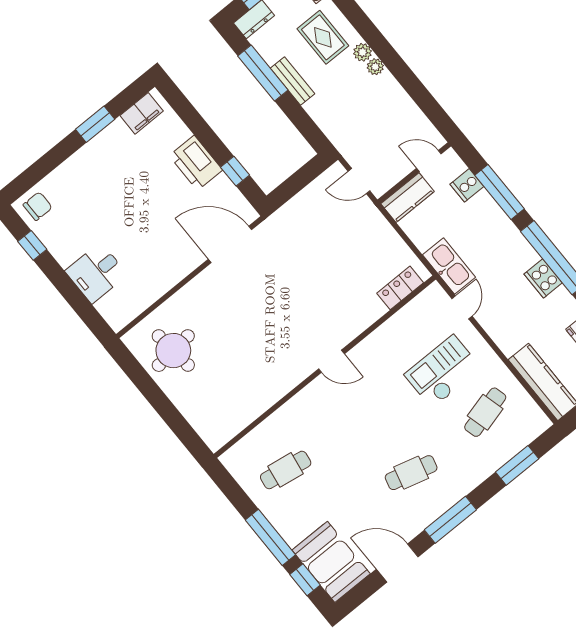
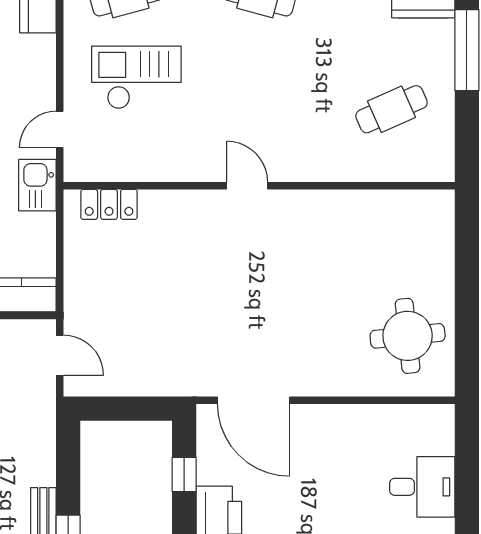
kitchen sink: (449, 266) -> (37, 185), width x0.73
checkout: (443, 371) -> (136, 77), turned 180
cafe table: (286, 470) -> (392, 109), turned -33

